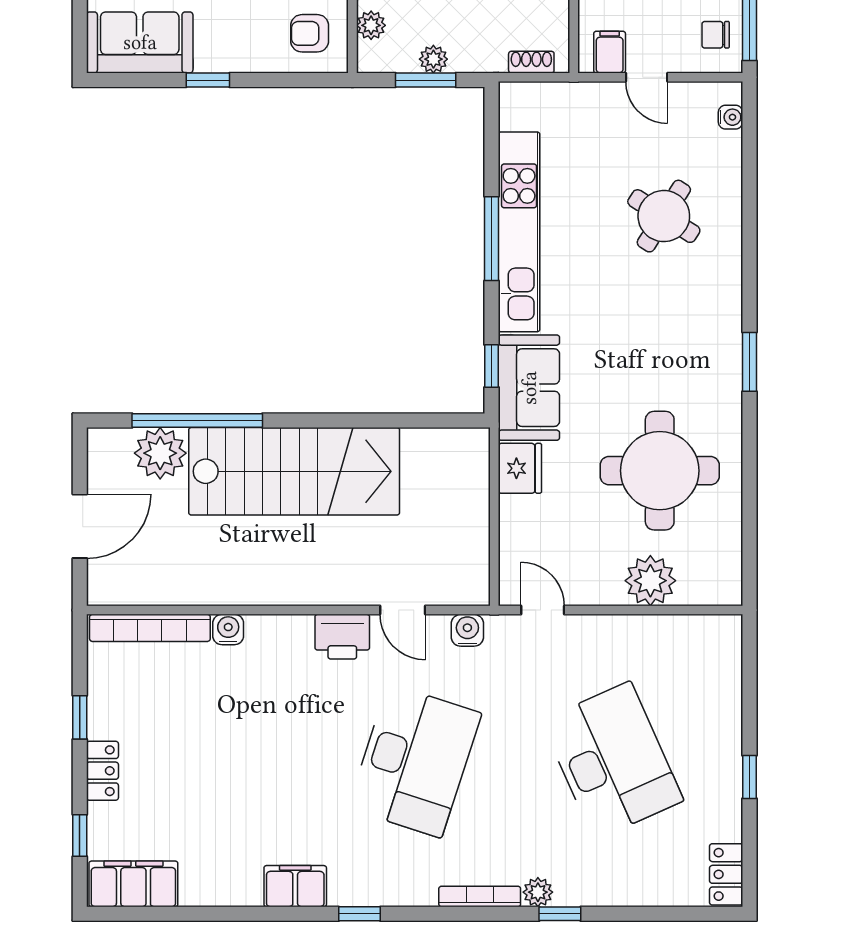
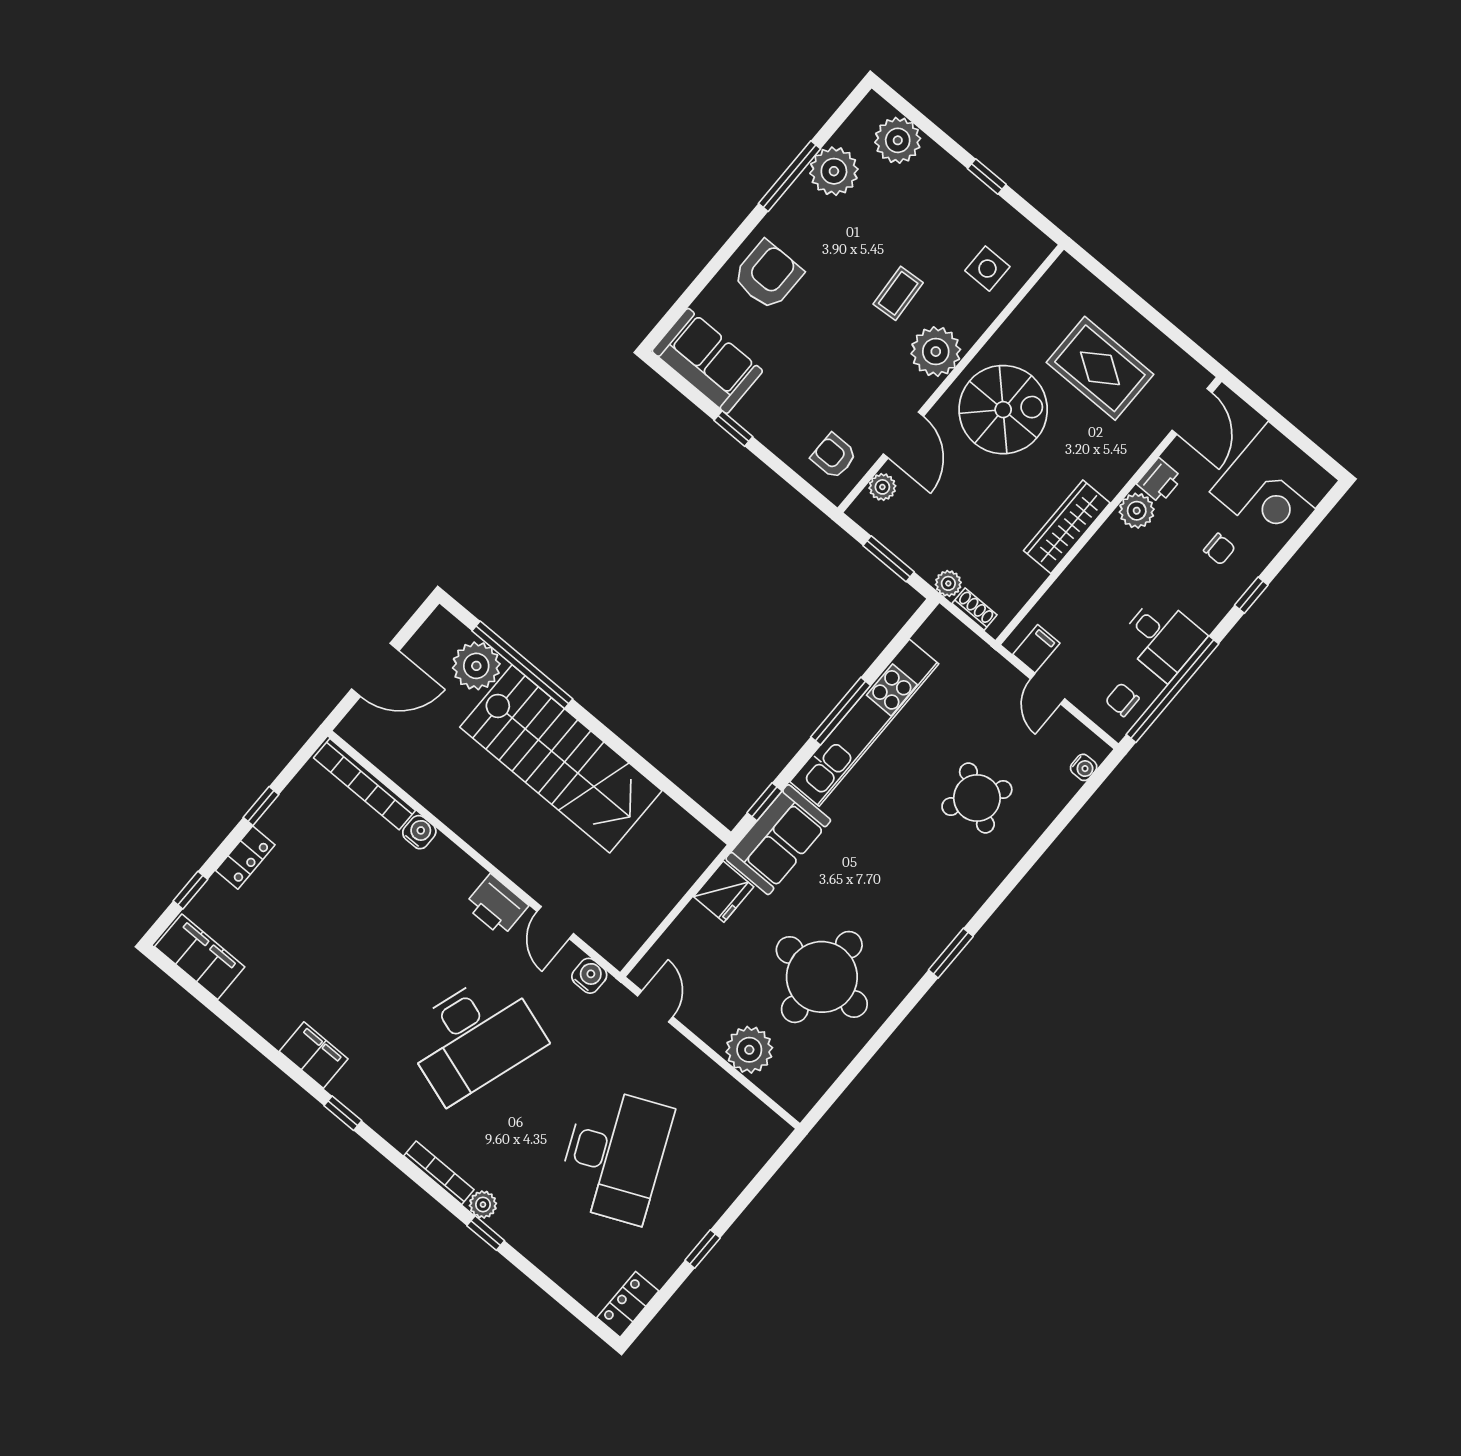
plant: (433, 59) -> (948, 583), moved

